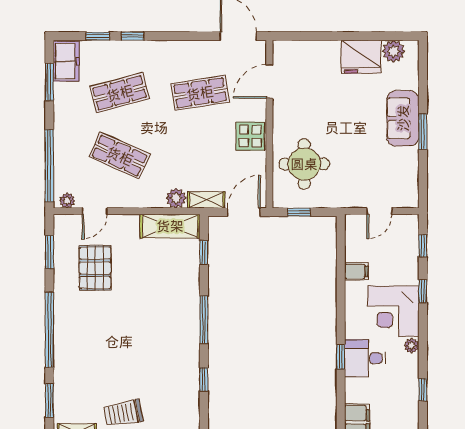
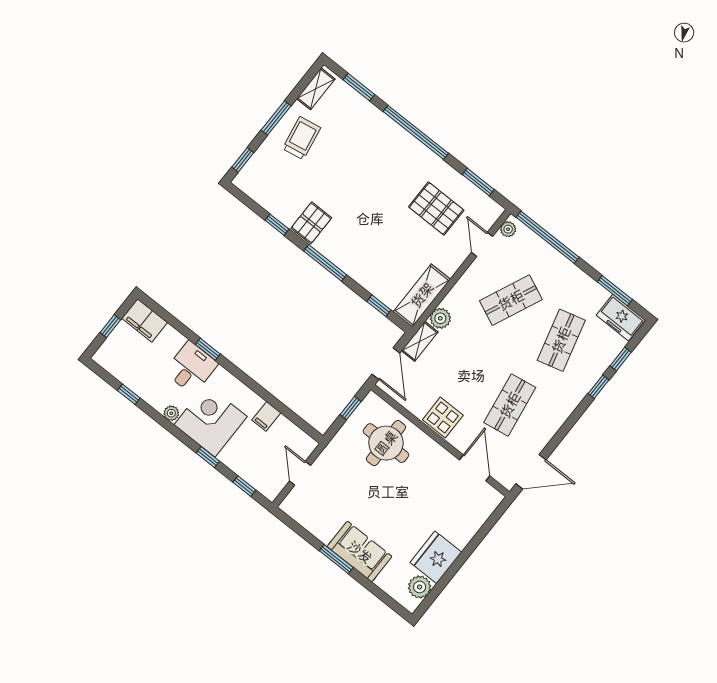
pallet: (182, 354) -> (311, 223), added

